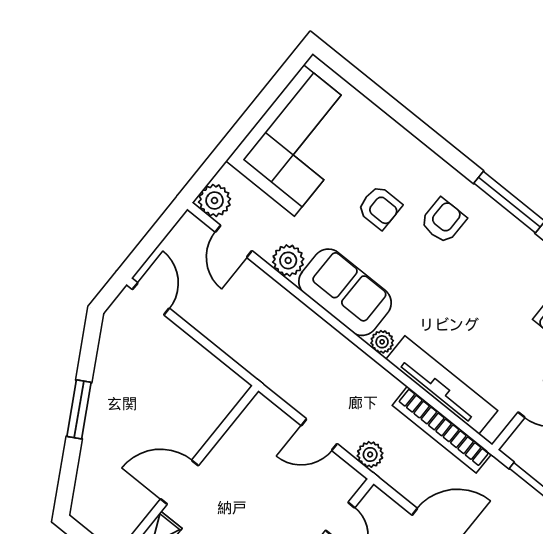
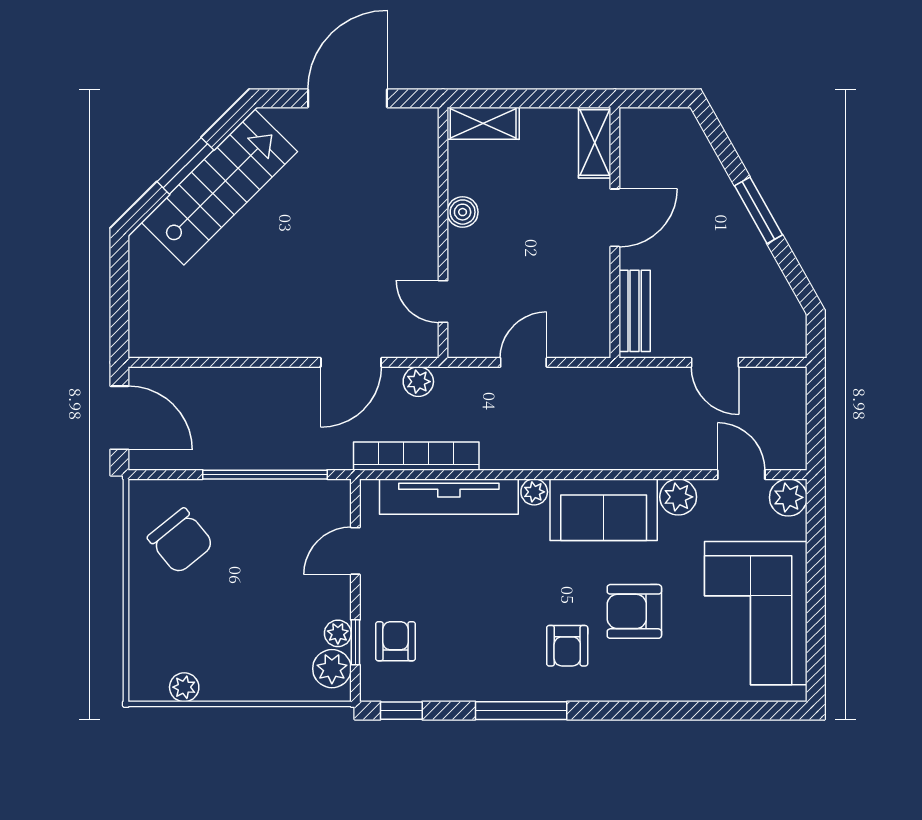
armchair: (380, 207) -> (634, 611), width x1.38, depth x1.38
door: (151, 299) -> (715, 362), moved
bench: (217, 409) -> (635, 311), added
plant: (370, 454) -> (418, 382), moved

